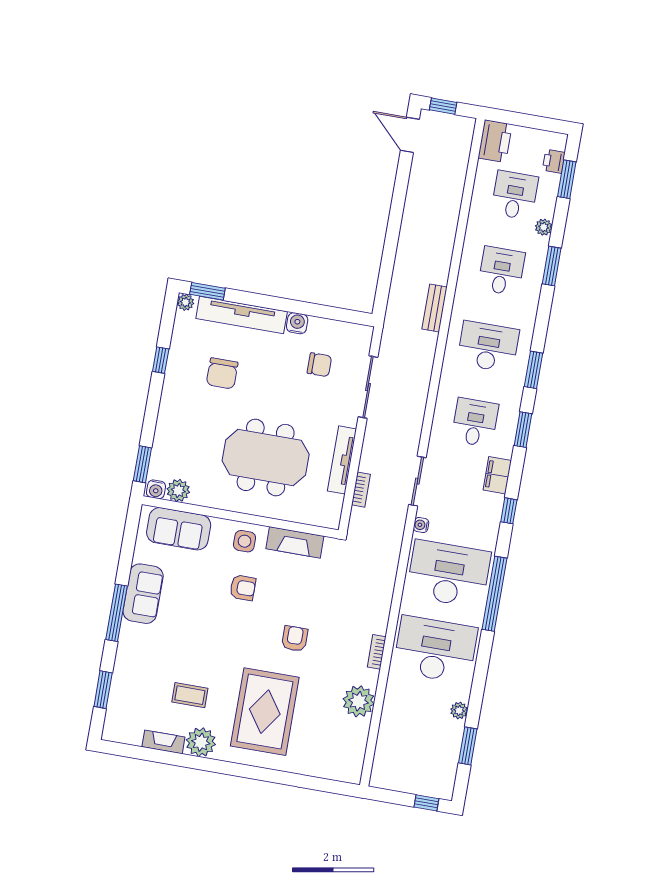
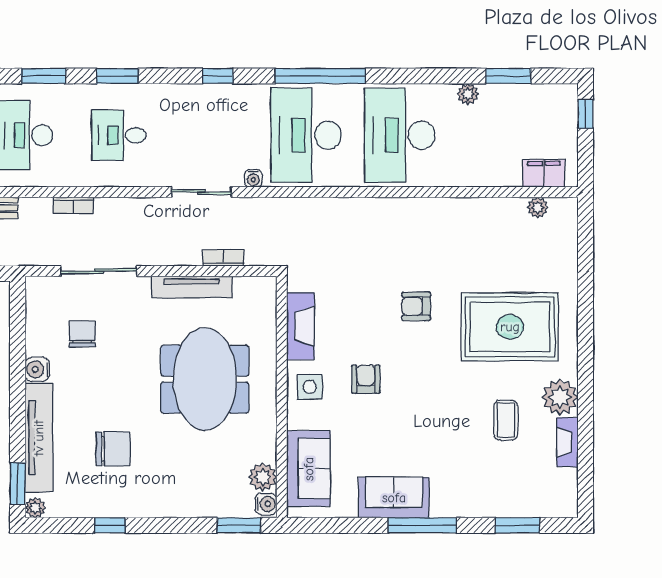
filing cabinet: (497, 475) -> (544, 173), moved, turned 180
bookcase: (377, 652) -> (73, 205), moved
plant: (359, 701) -> (538, 207), moved, width x0.53, depth x0.53

